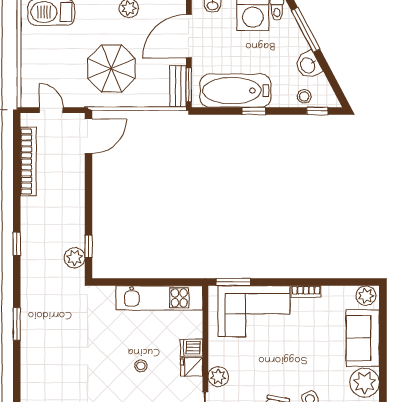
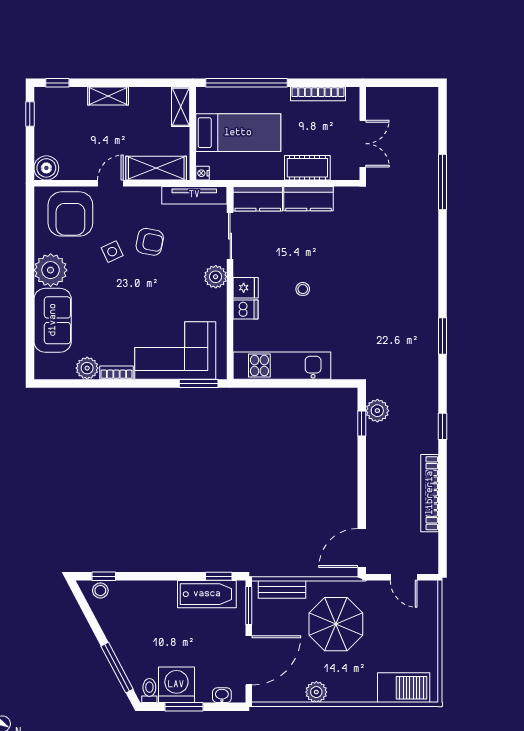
washbasin: (308, 65) -> (114, 628), removed
bench: (178, 86) -> (282, 589), moved, turned 90
bathtub: (235, 91) -> (207, 594), width x0.73, depth x0.73
stool: (304, 96) -> (100, 591), moved
window: (254, 111) -> (219, 576), moved
bookcase: (28, 161) -> (430, 493), moved
plant: (366, 296) -> (87, 368), moved

